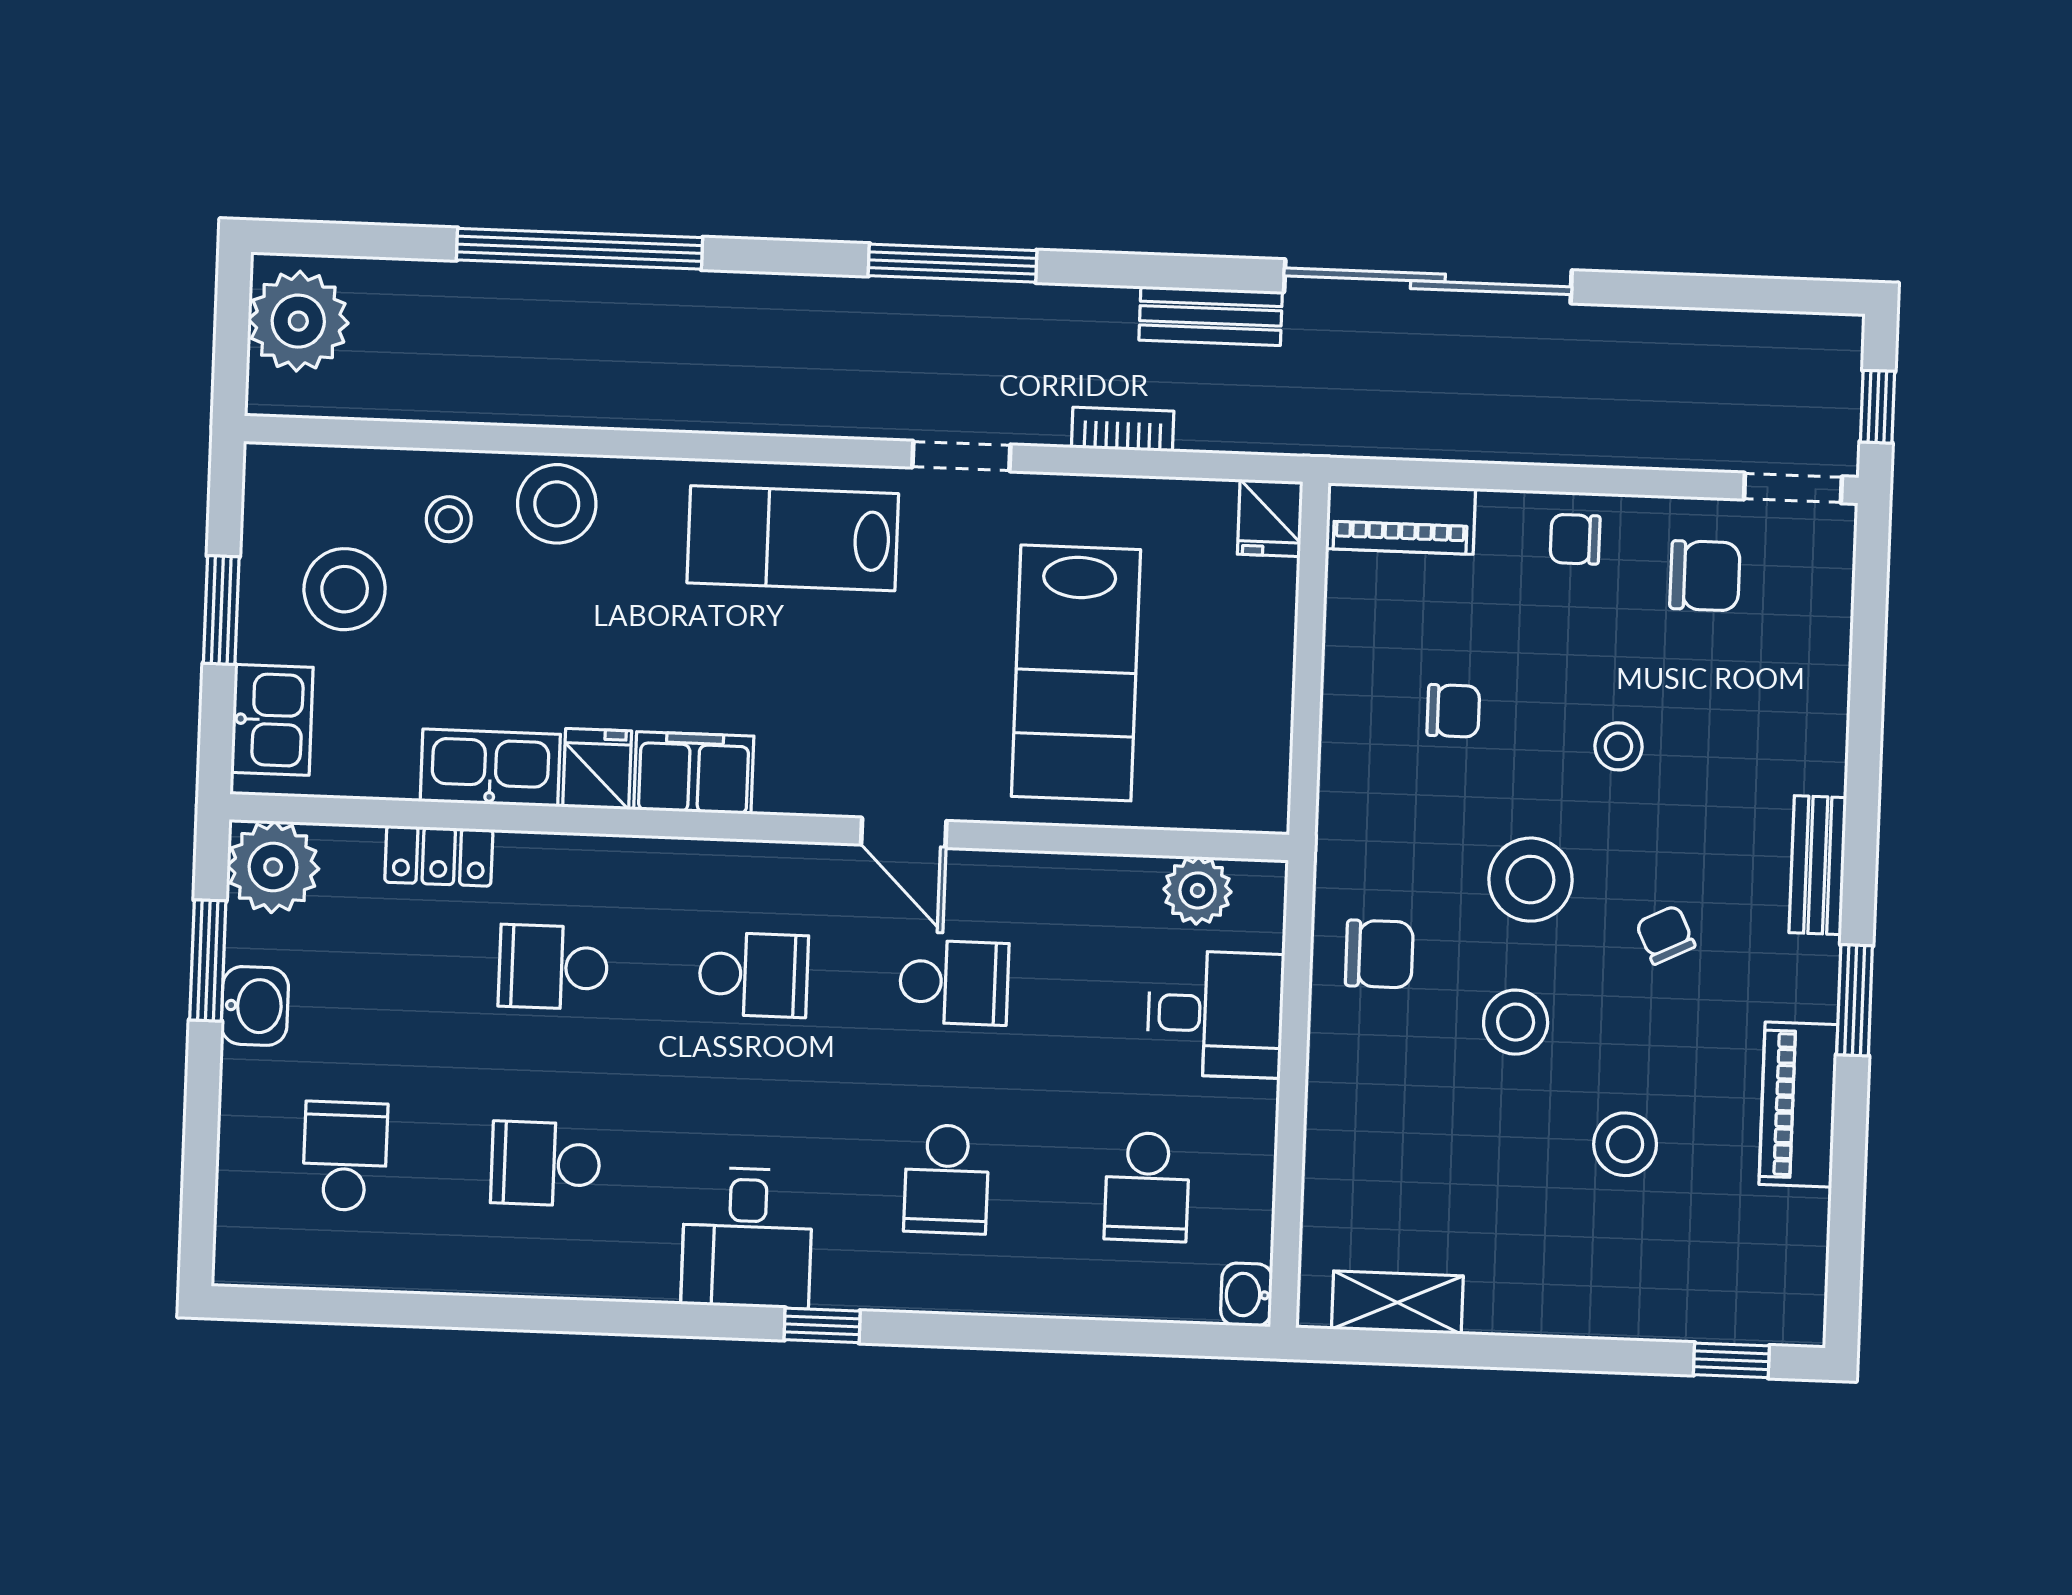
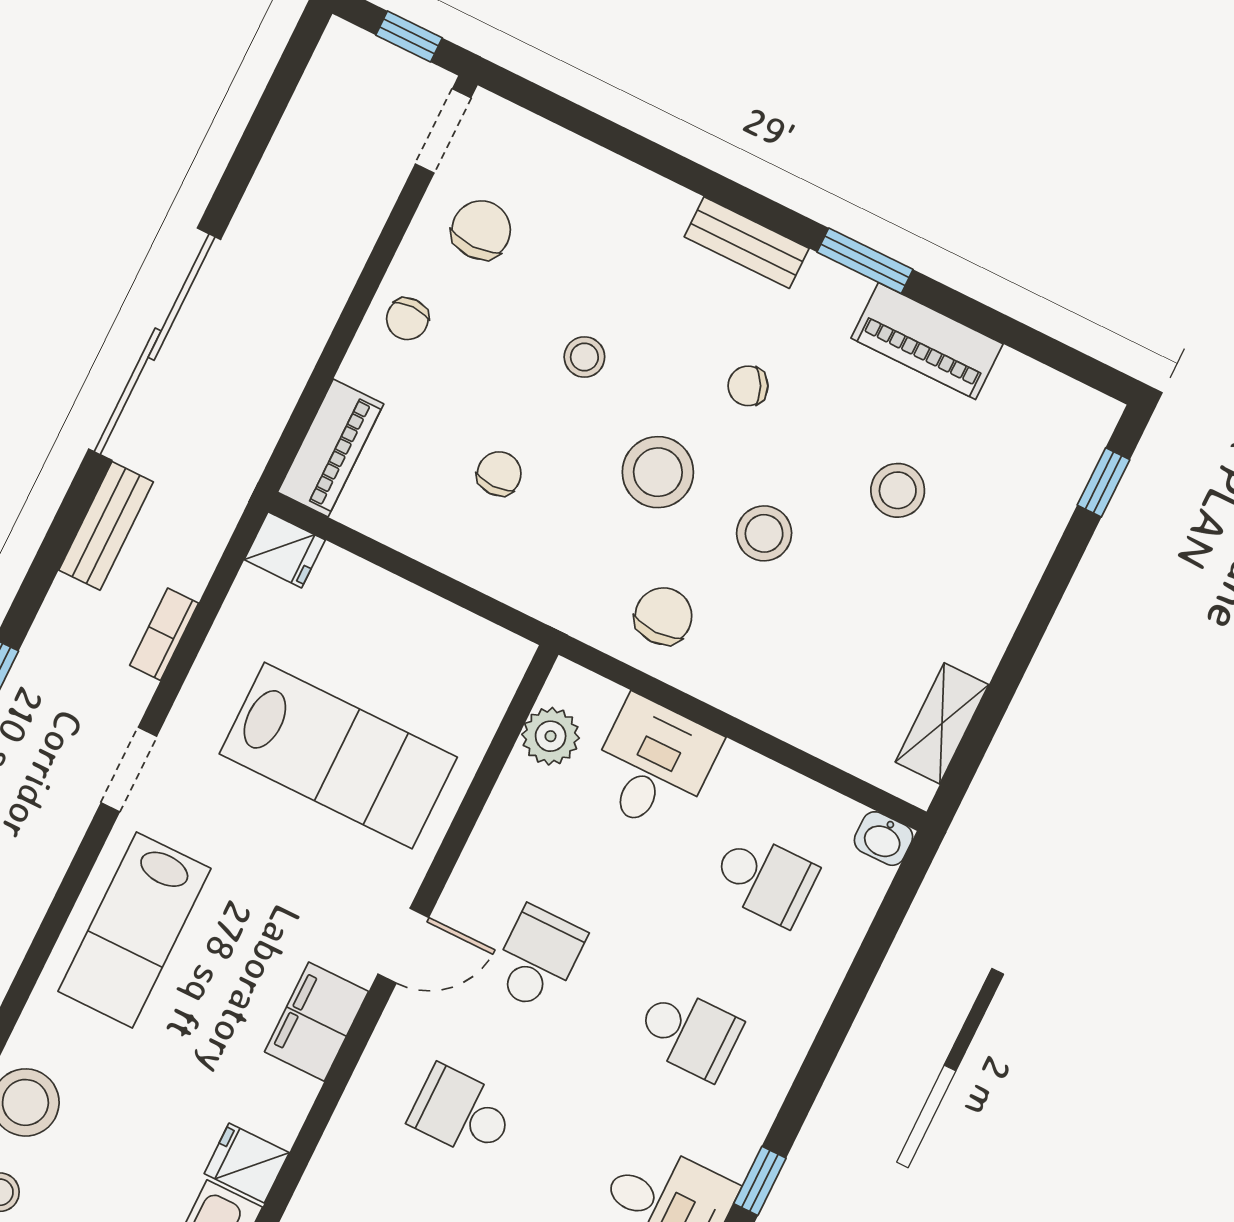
filing cabinet: (694, 773) -> (317, 1022), moved
school desk: (754, 975) -> (462, 1112), turned -90

